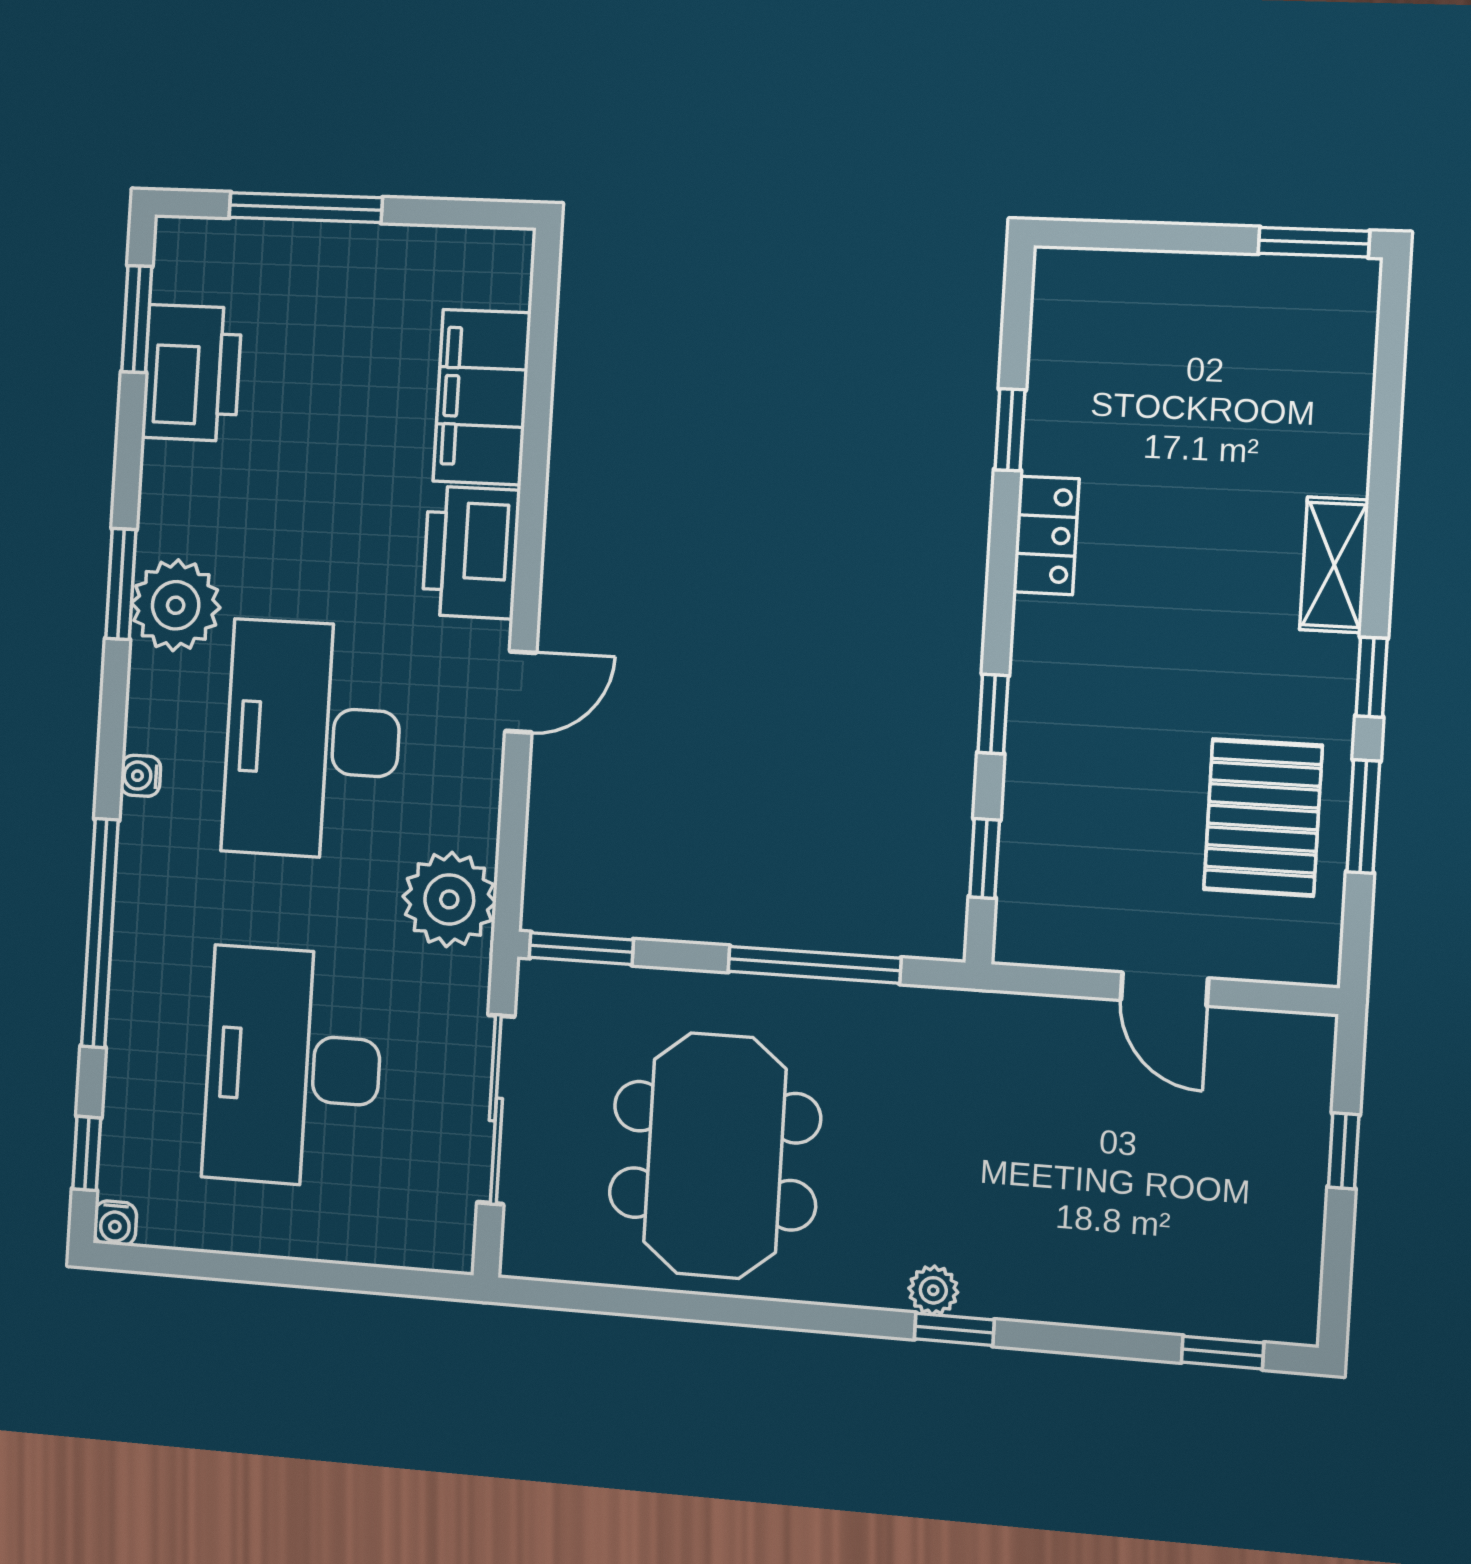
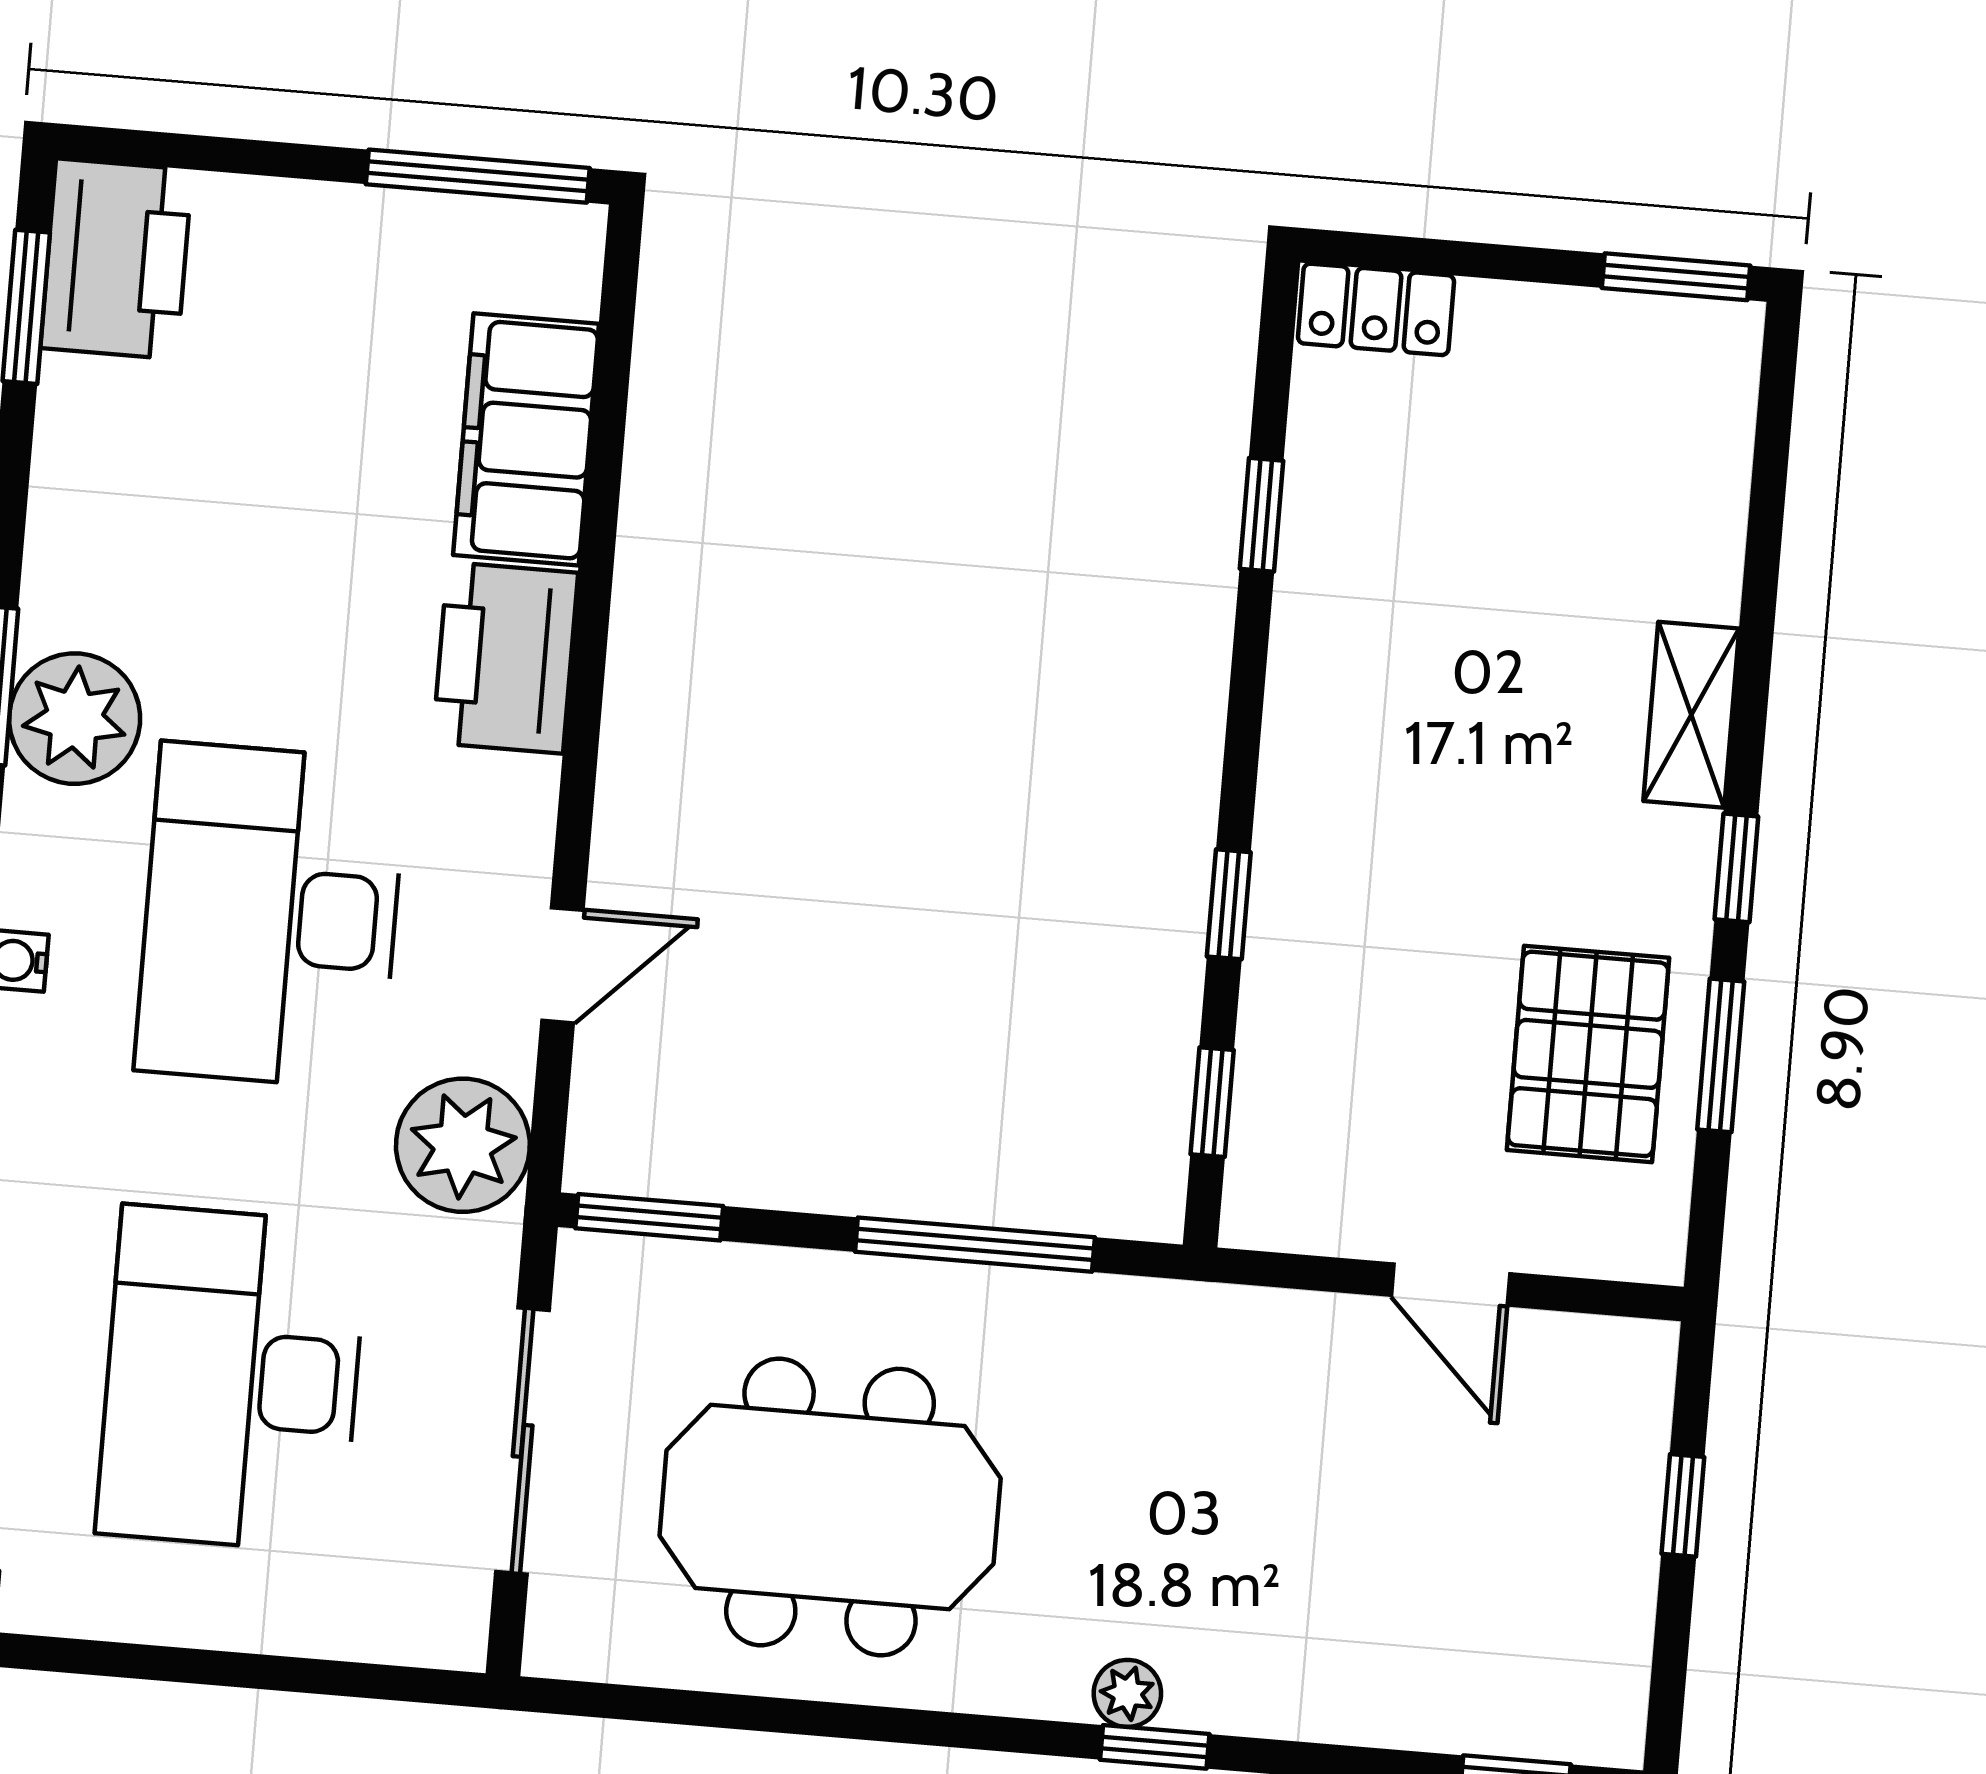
window: (306, 208) -> (478, 176), moved
printer: (192, 373) -> (116, 259), moved
locker: (1046, 535) -> (1376, 309), moved, turned 90
door: (521, 692) -> (562, 965), moved
meeting table: (715, 1156) -> (830, 1507), turned 90

